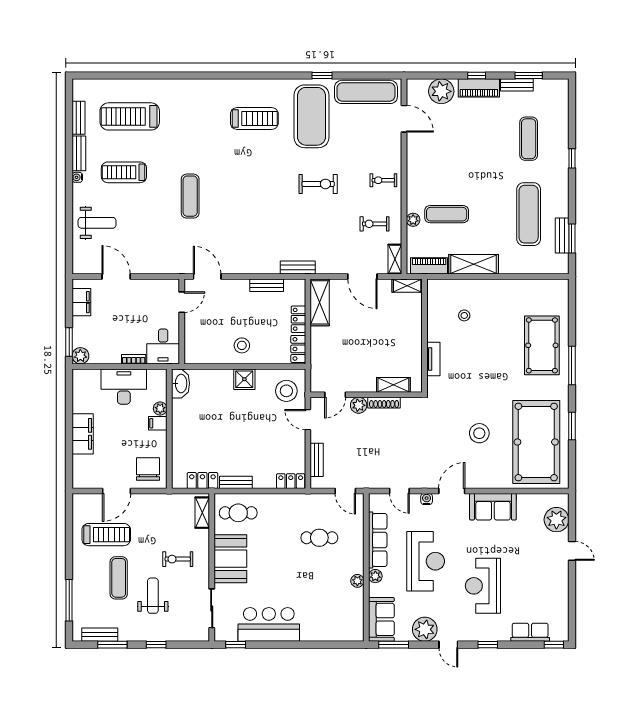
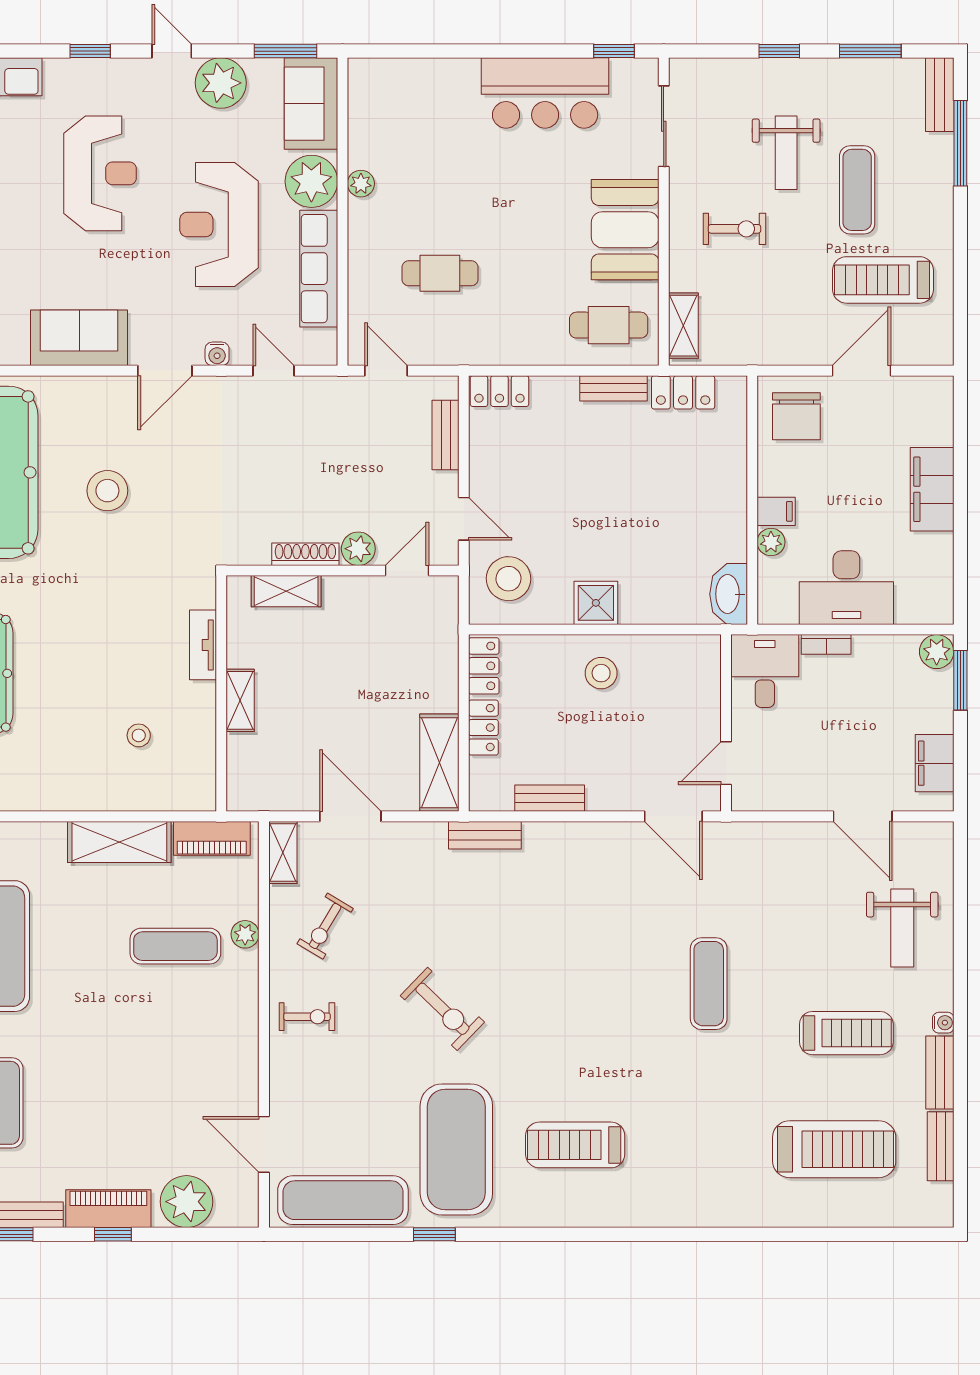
exercise bike: (318, 184) -> (442, 1009), turned -136
weight bench: (97, 223) -> (902, 928), turned -90
exercise bike: (375, 224) -> (325, 926), turned 121
shelving: (407, 286) -> (240, 700), moved, turned 90
plant: (375, 576) -> (311, 181), width x1.87, depth x1.87
bench: (100, 635) -> (940, 95), moved, turned 90

